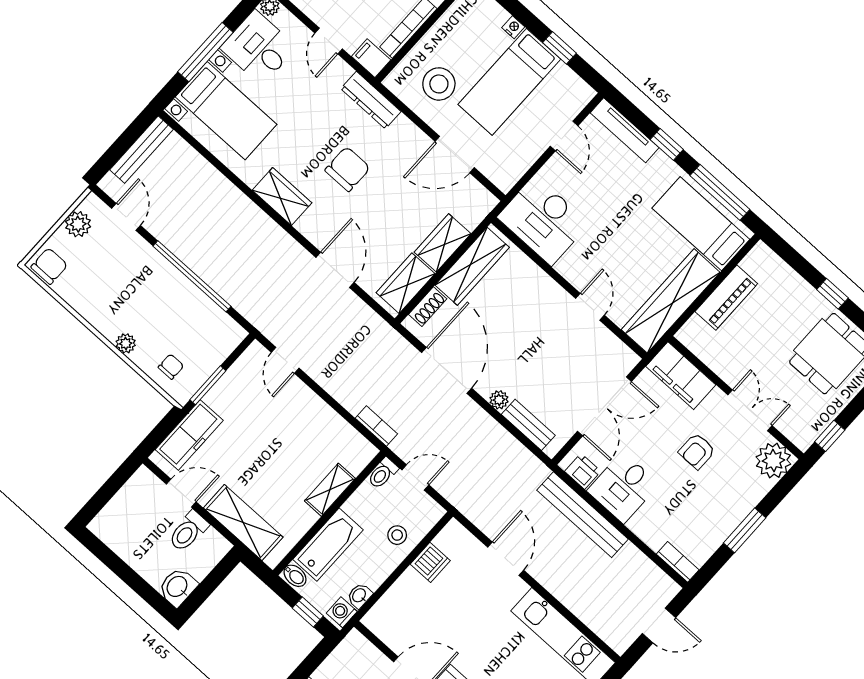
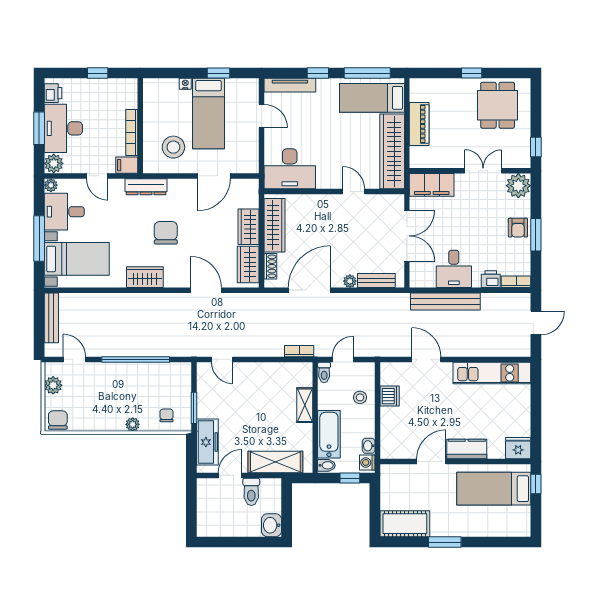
door: (447, 370) -> (309, 290), hinge flipped
armchair: (697, 451) -> (518, 228), moved
printer: (583, 471) -> (491, 279), moved

